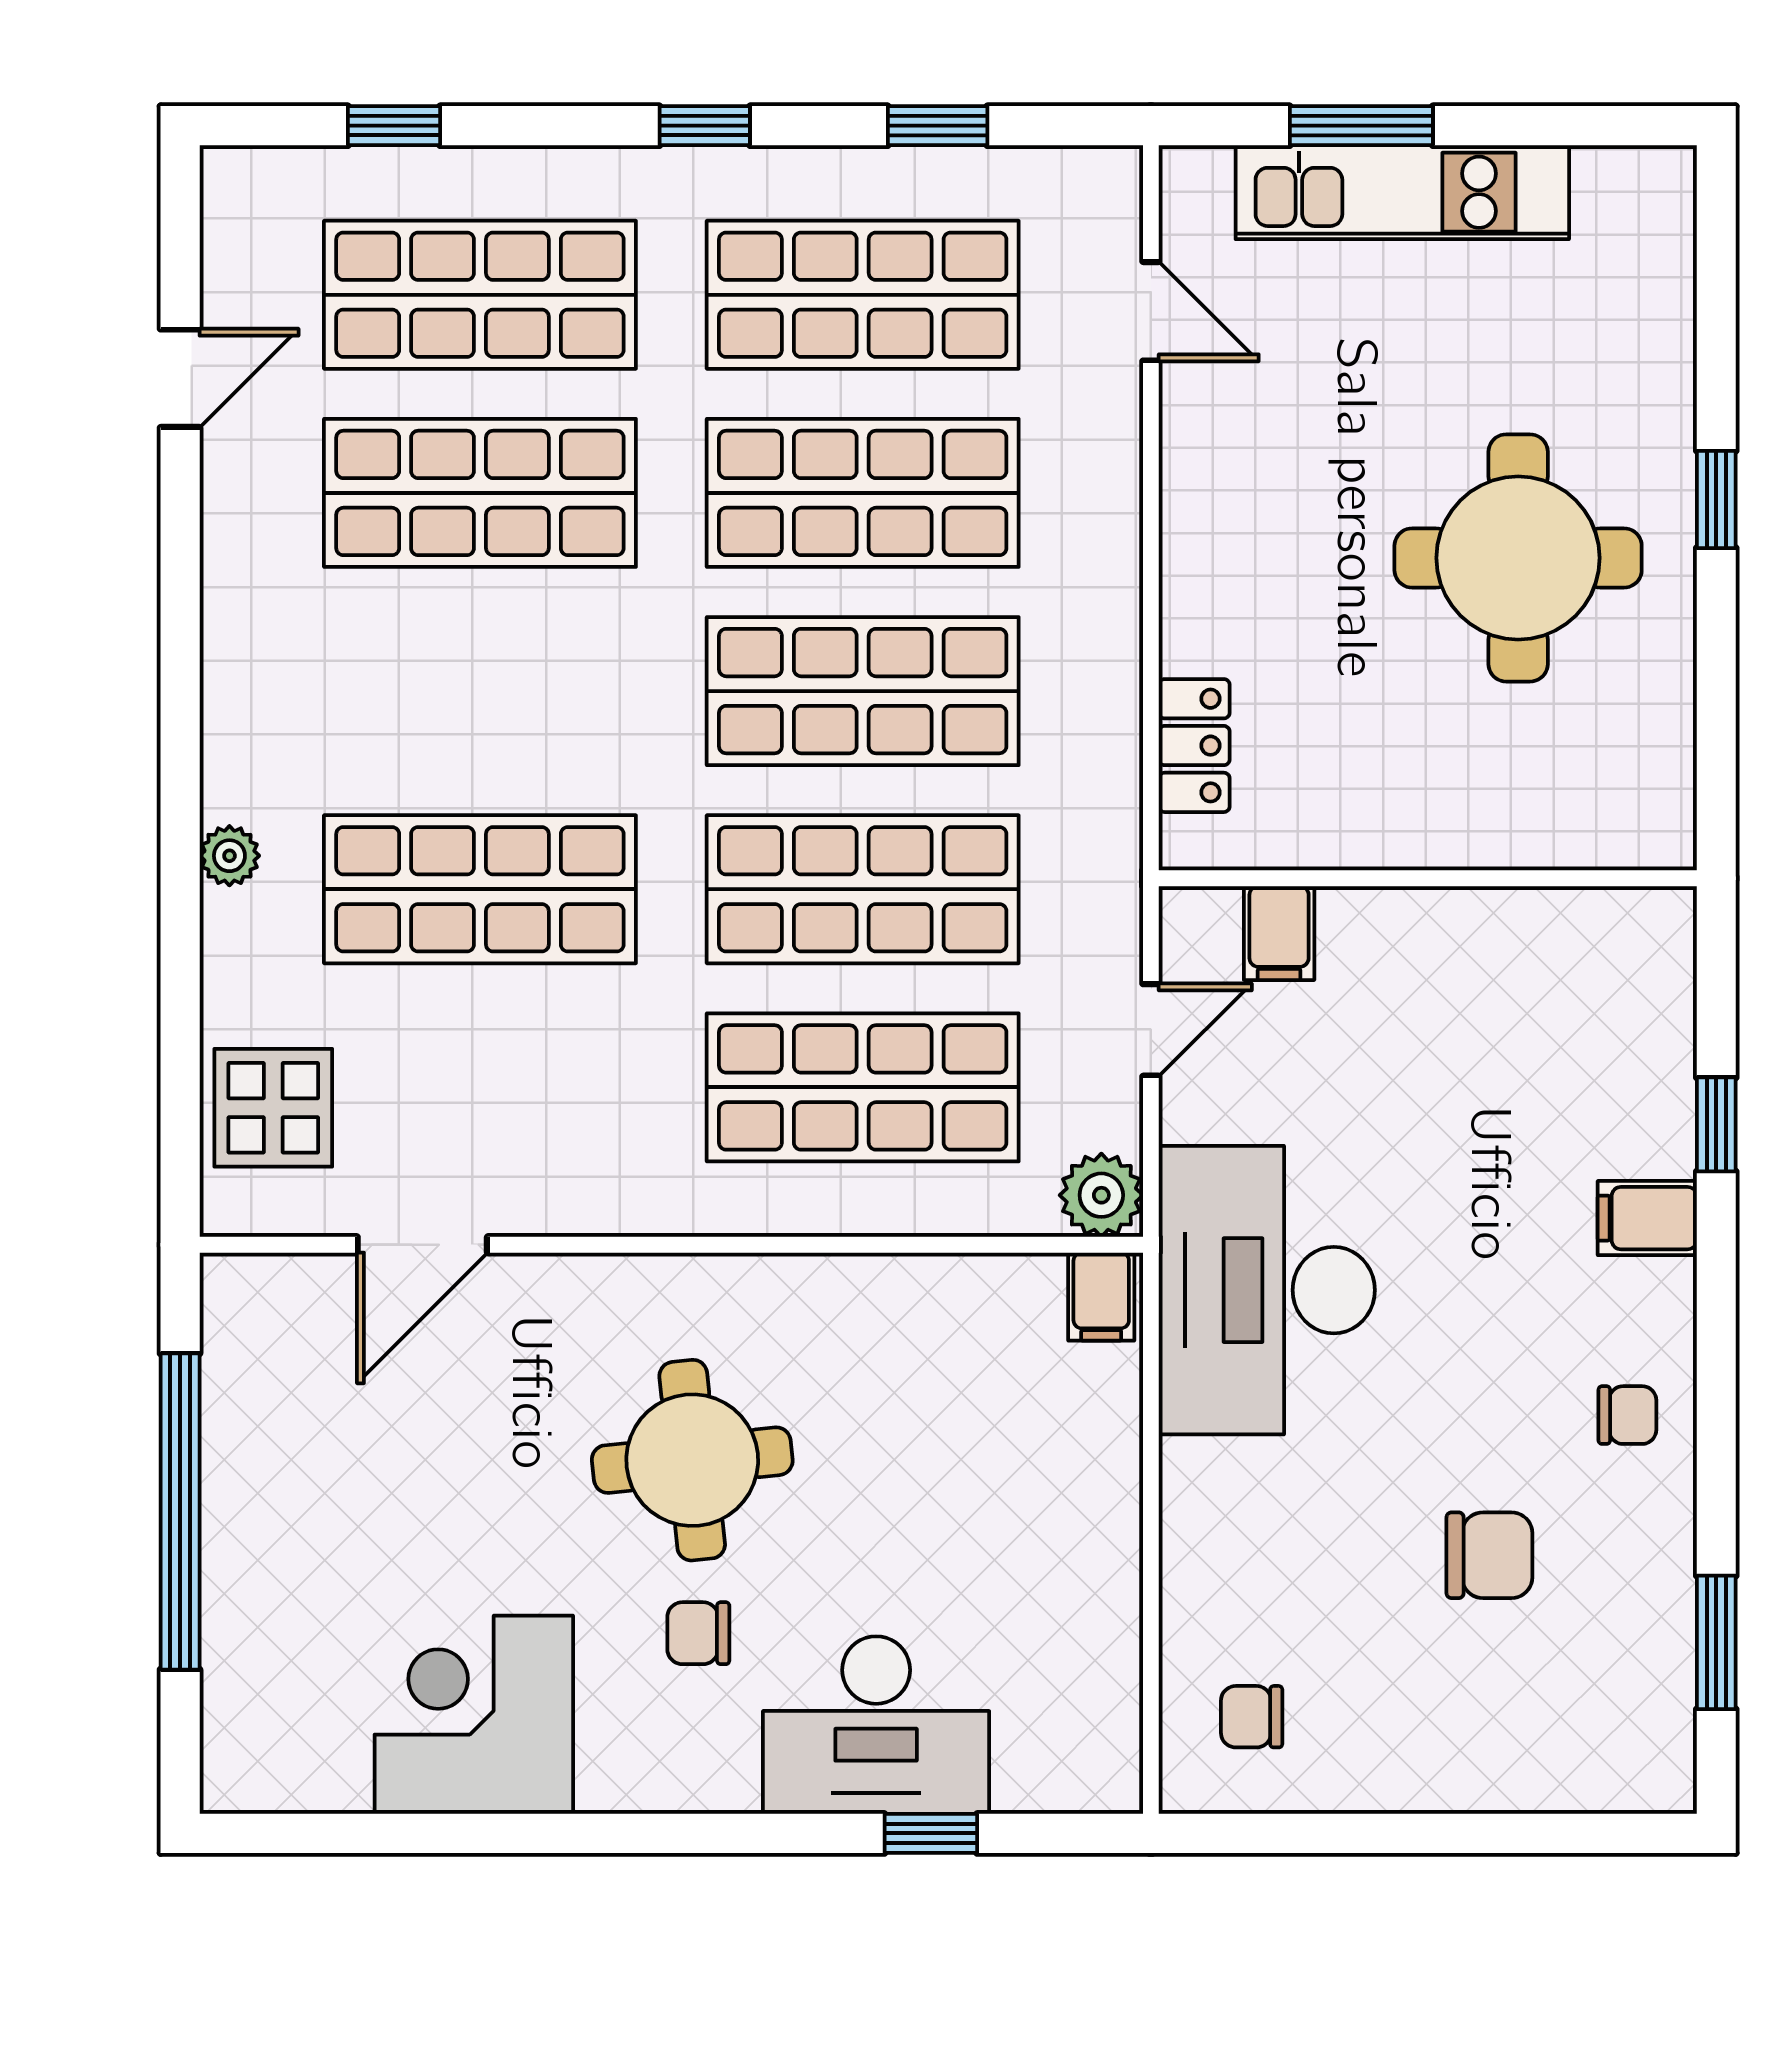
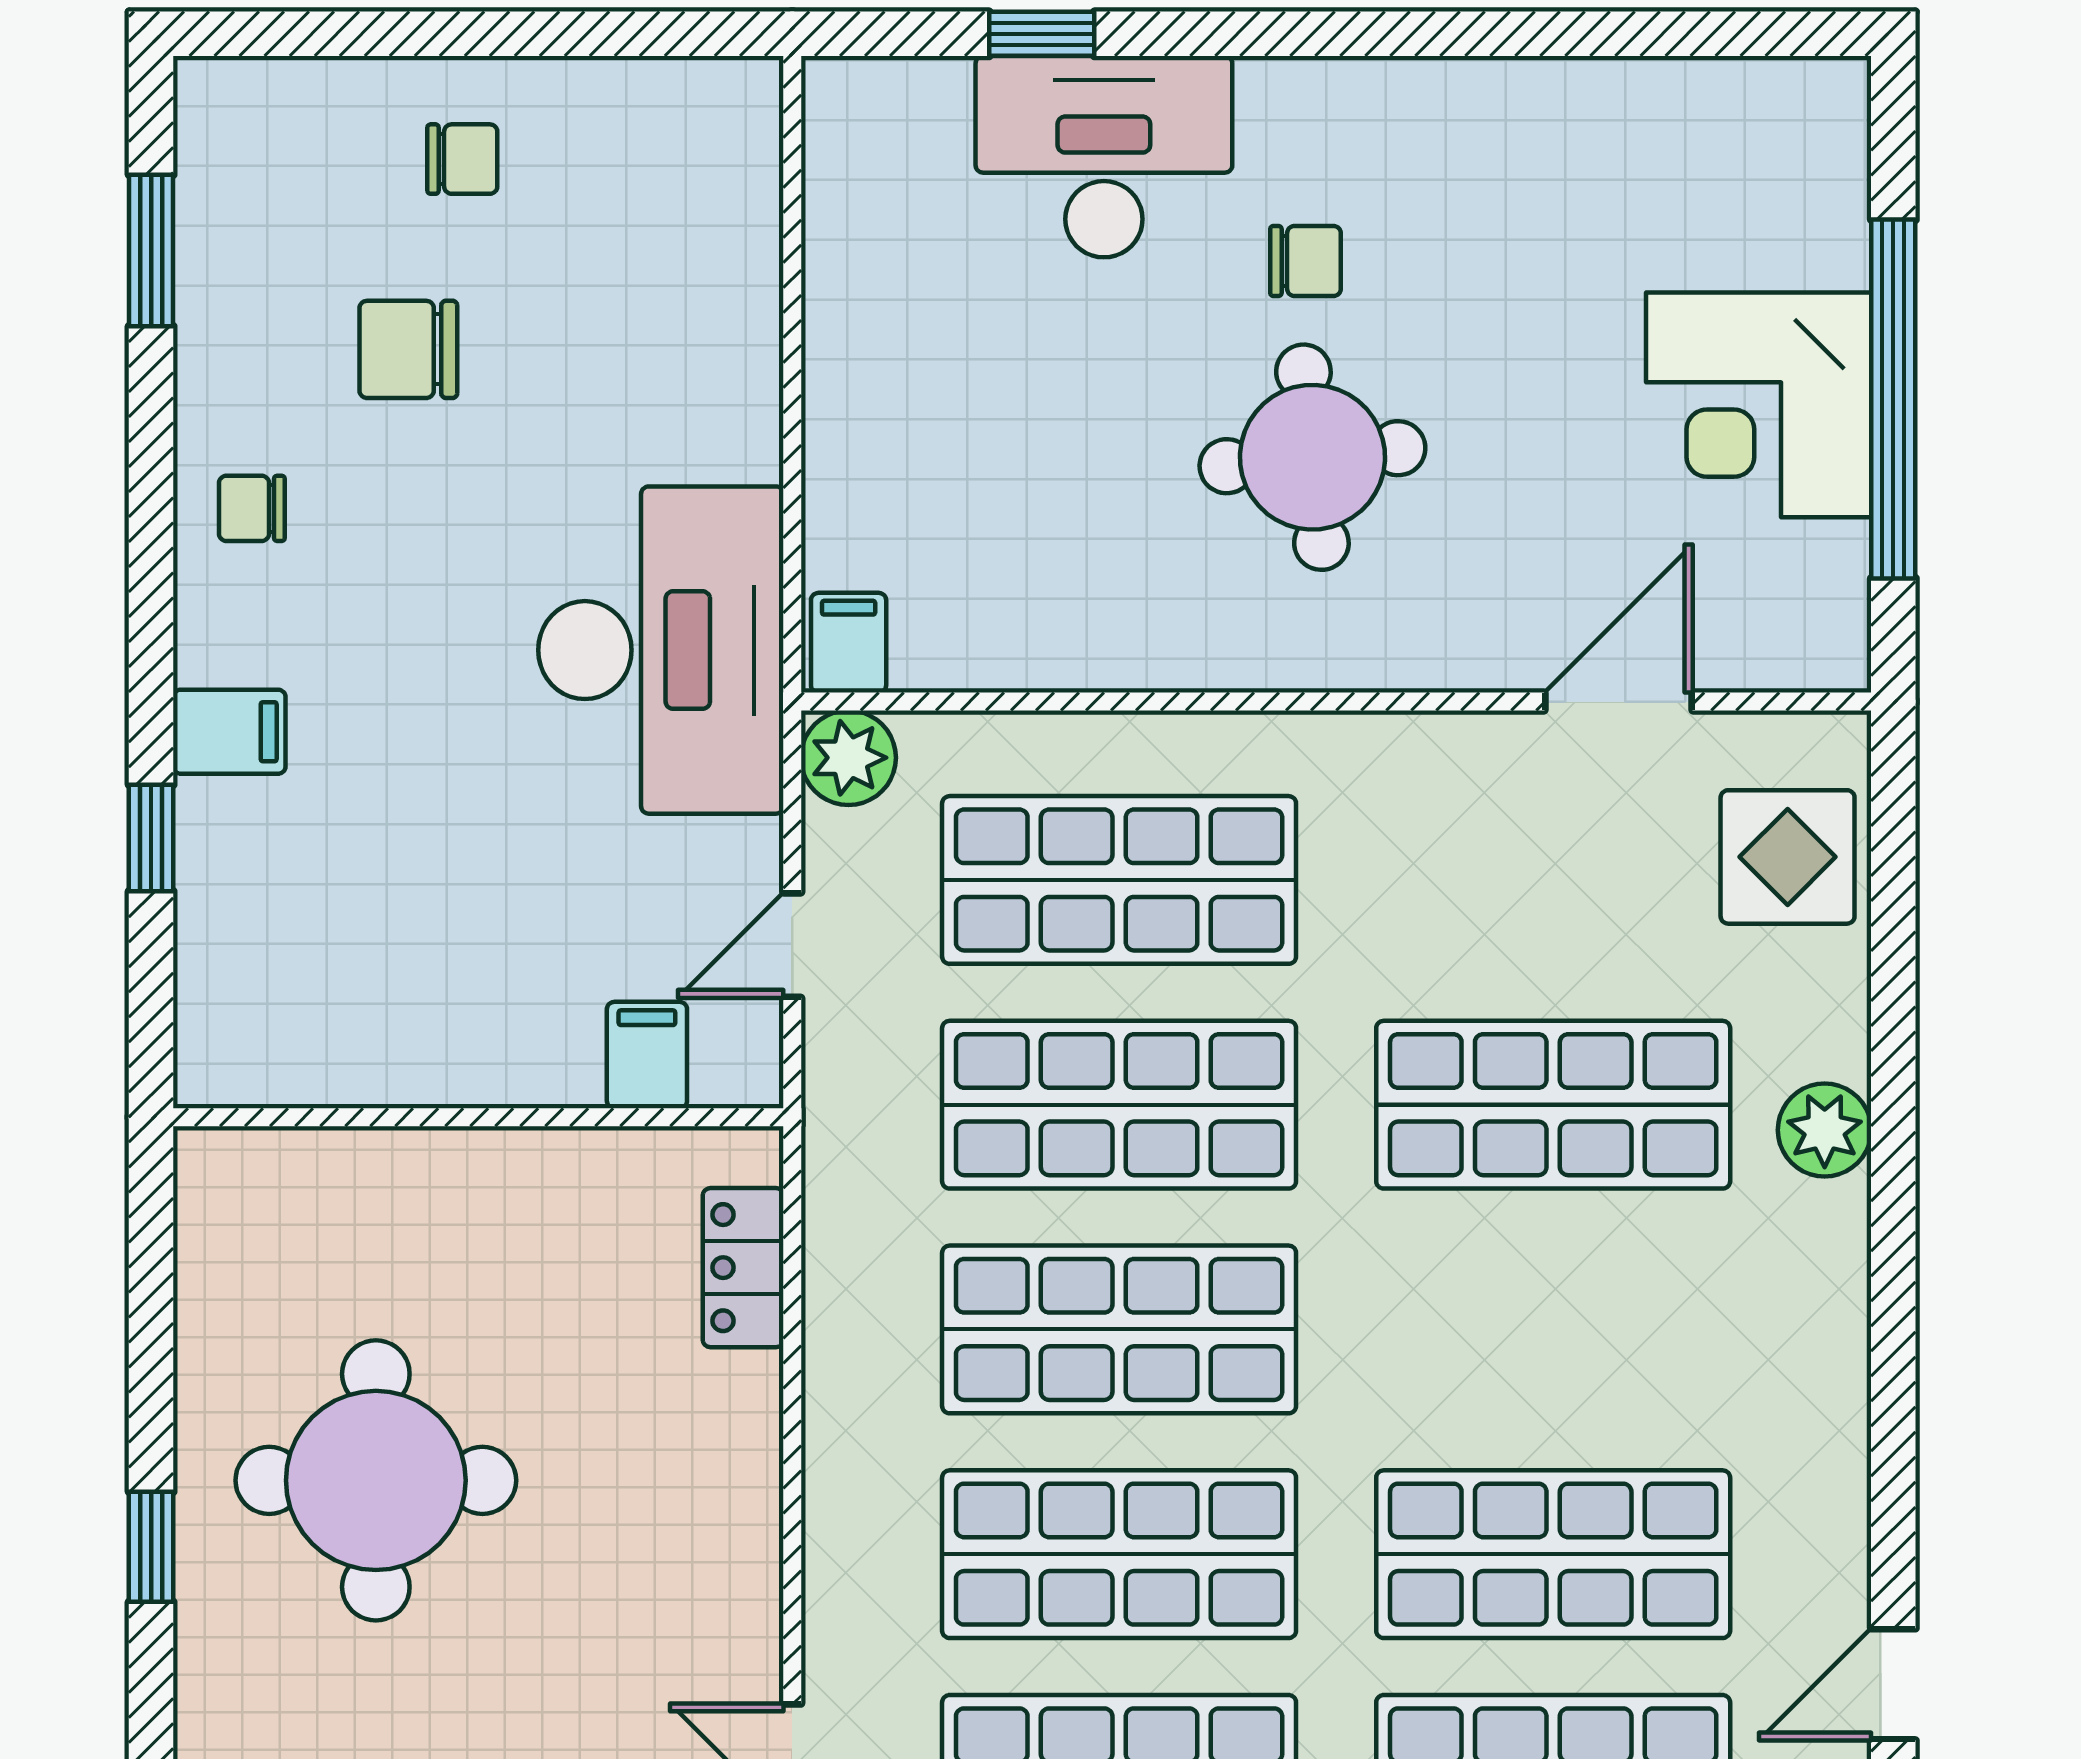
plant: (229, 856) -> (1825, 1130), width x1.38, depth x1.38
corner desk: (474, 1715) -> (1759, 405), moved, turned 90
chair: (1252, 1717) -> (462, 159), moved

